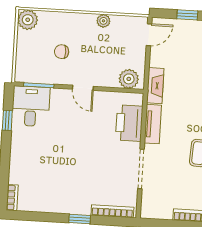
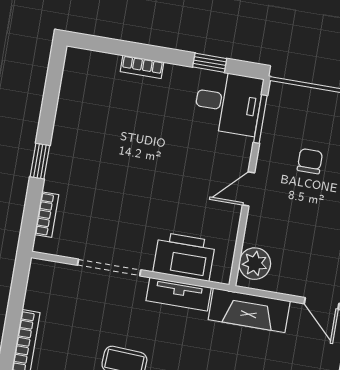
fireplace: (155, 86) -> (249, 310), width x1.37, depth x1.32
bookcase: (12, 198) -> (142, 67), moved
bookcase: (112, 211) -> (47, 215), width x0.64

